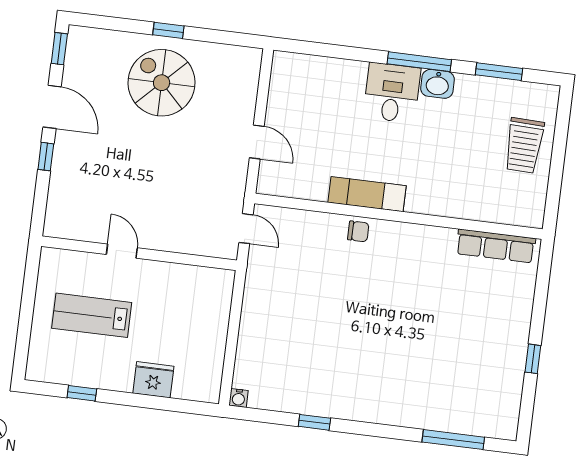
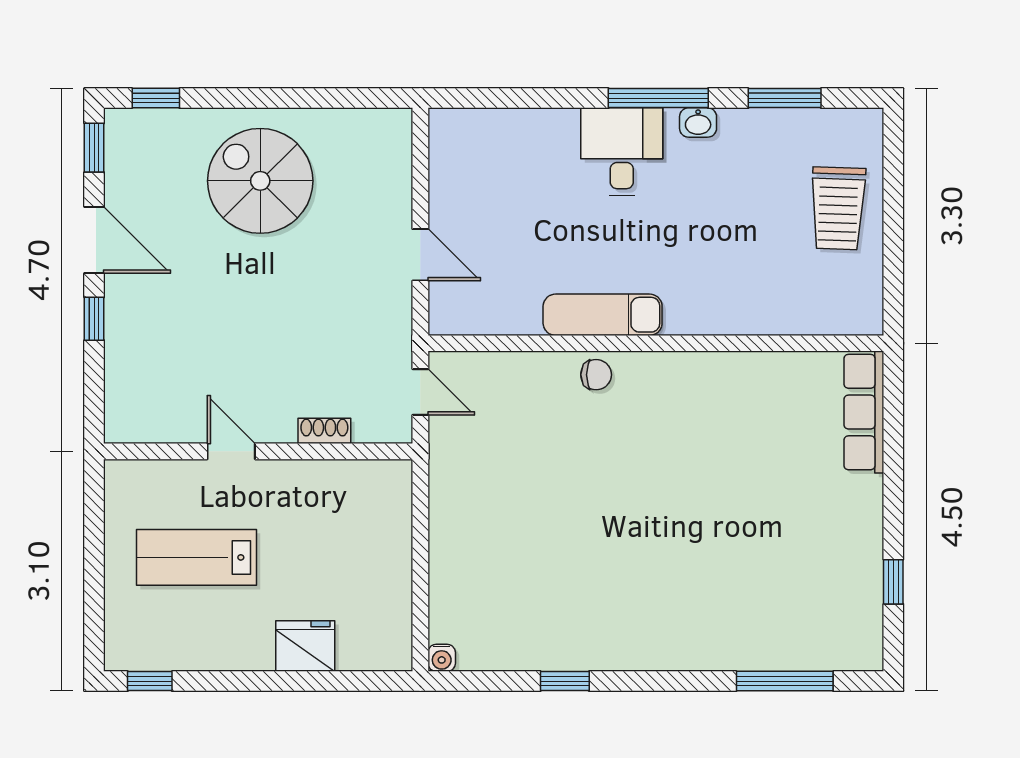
window: (168, 30) -> (156, 98), moved
washbasin: (437, 84) -> (698, 123), width x0.72, depth x0.69
shoe rack: (182, 245) -> (324, 431), added
row of seats: (496, 246) -> (864, 412), moved, turned 90
window: (533, 359) -> (893, 582), moved
window: (82, 393) -> (150, 681), moved

